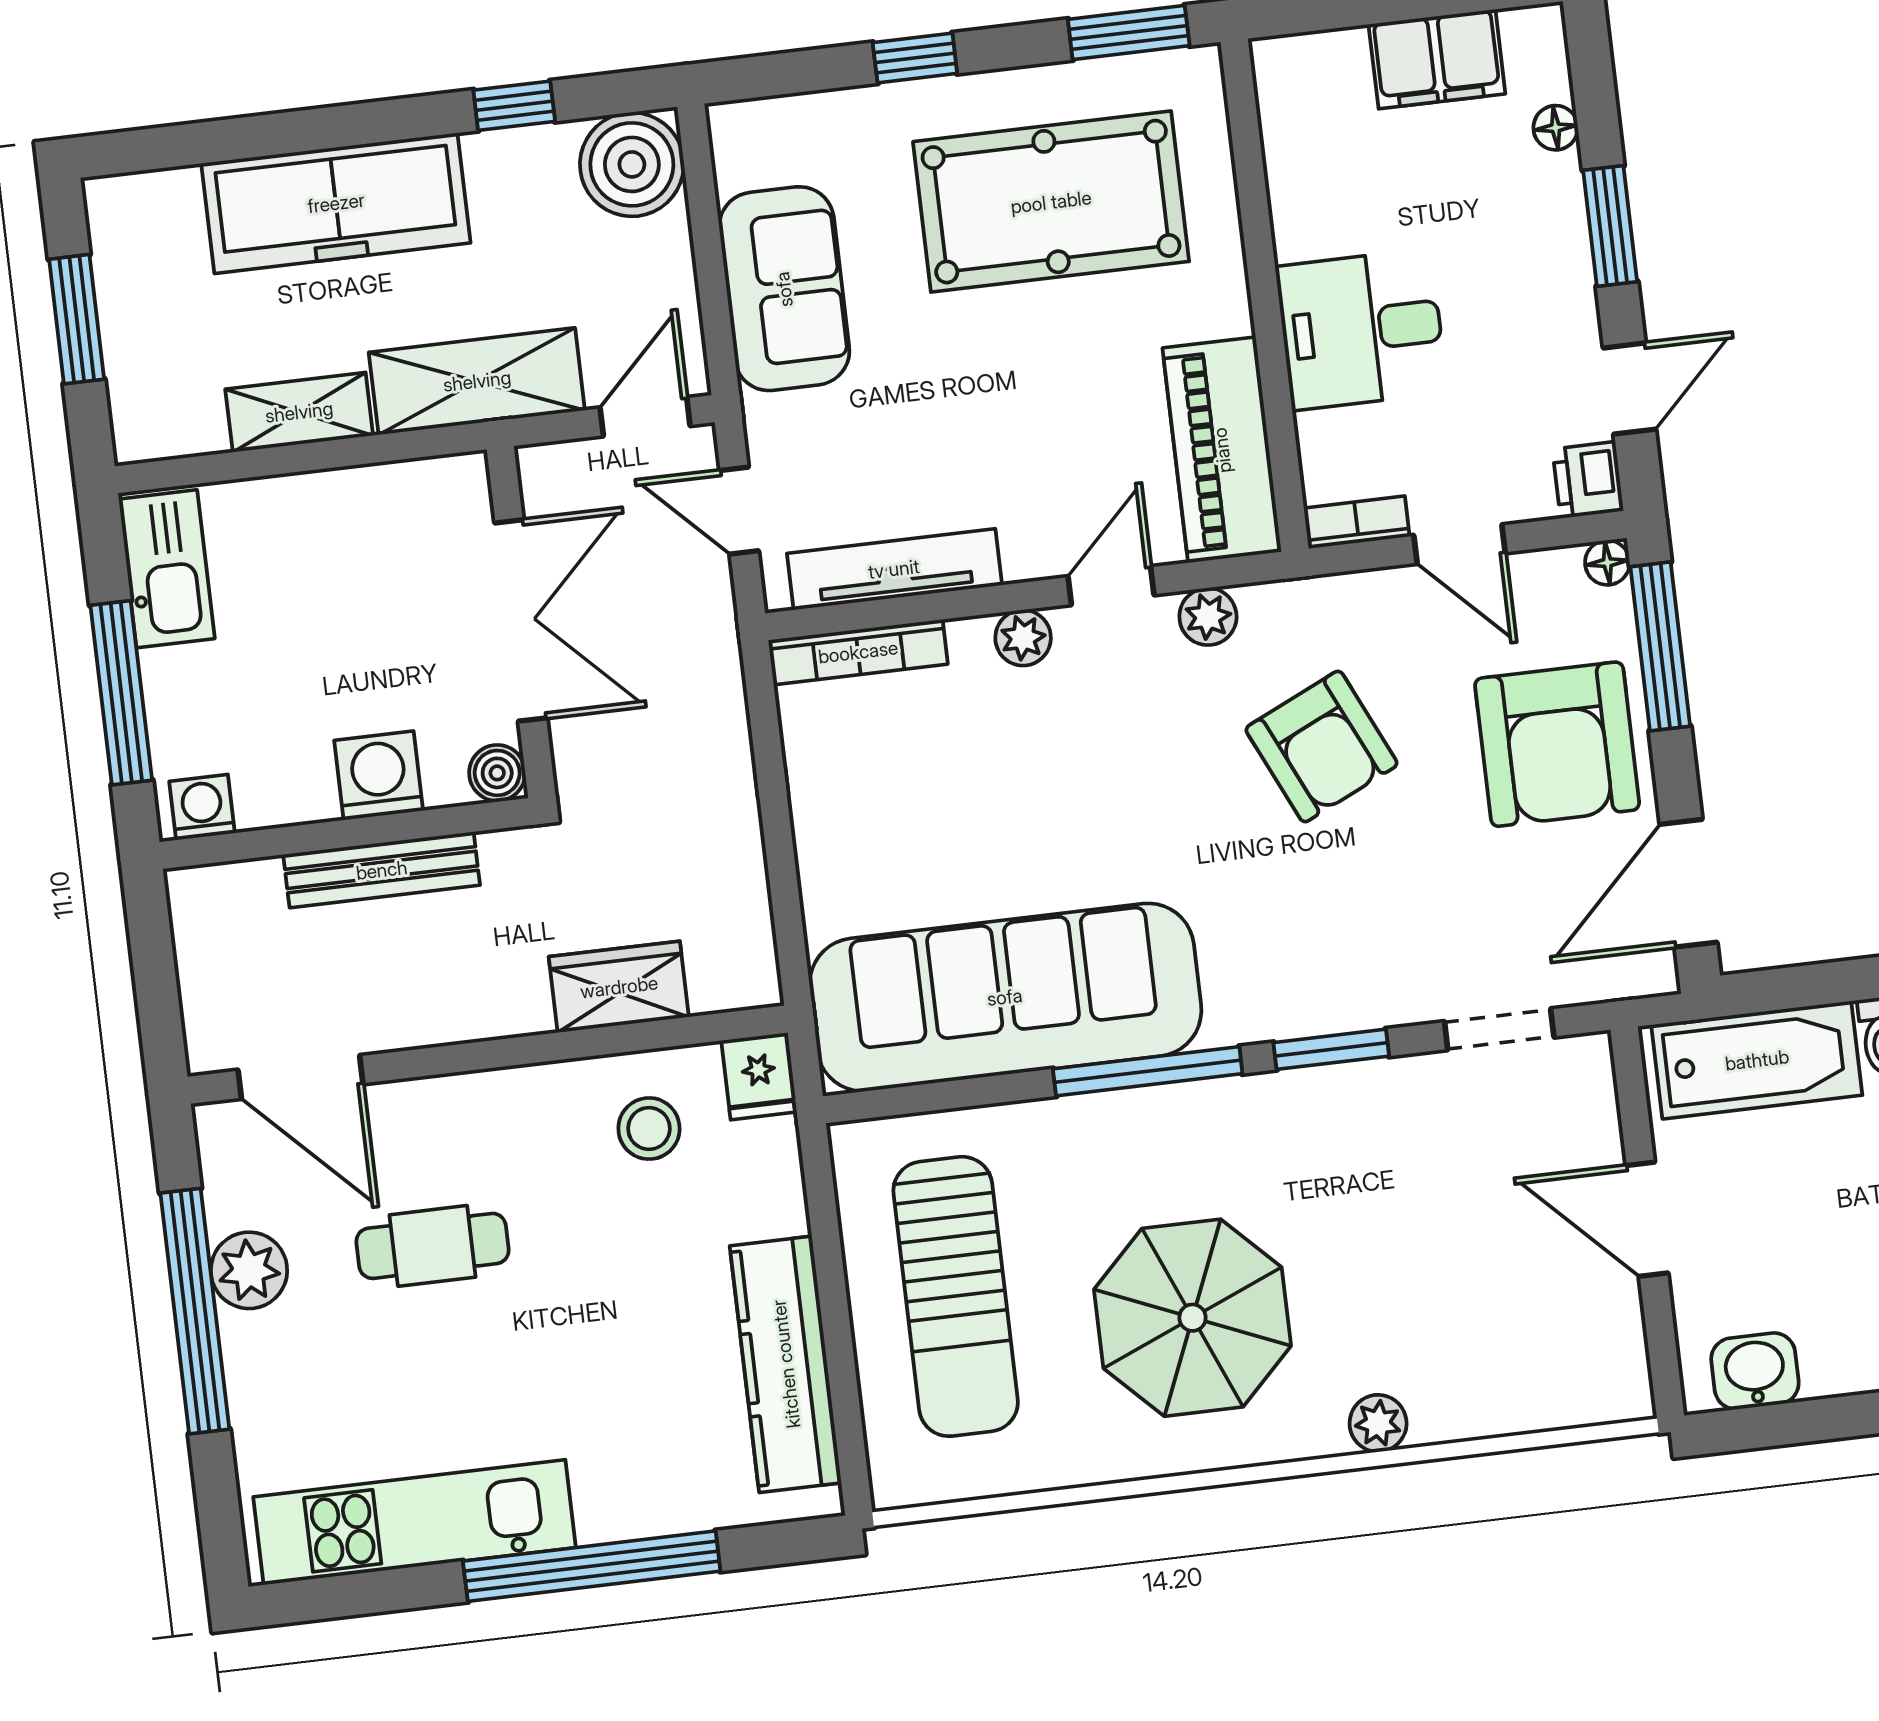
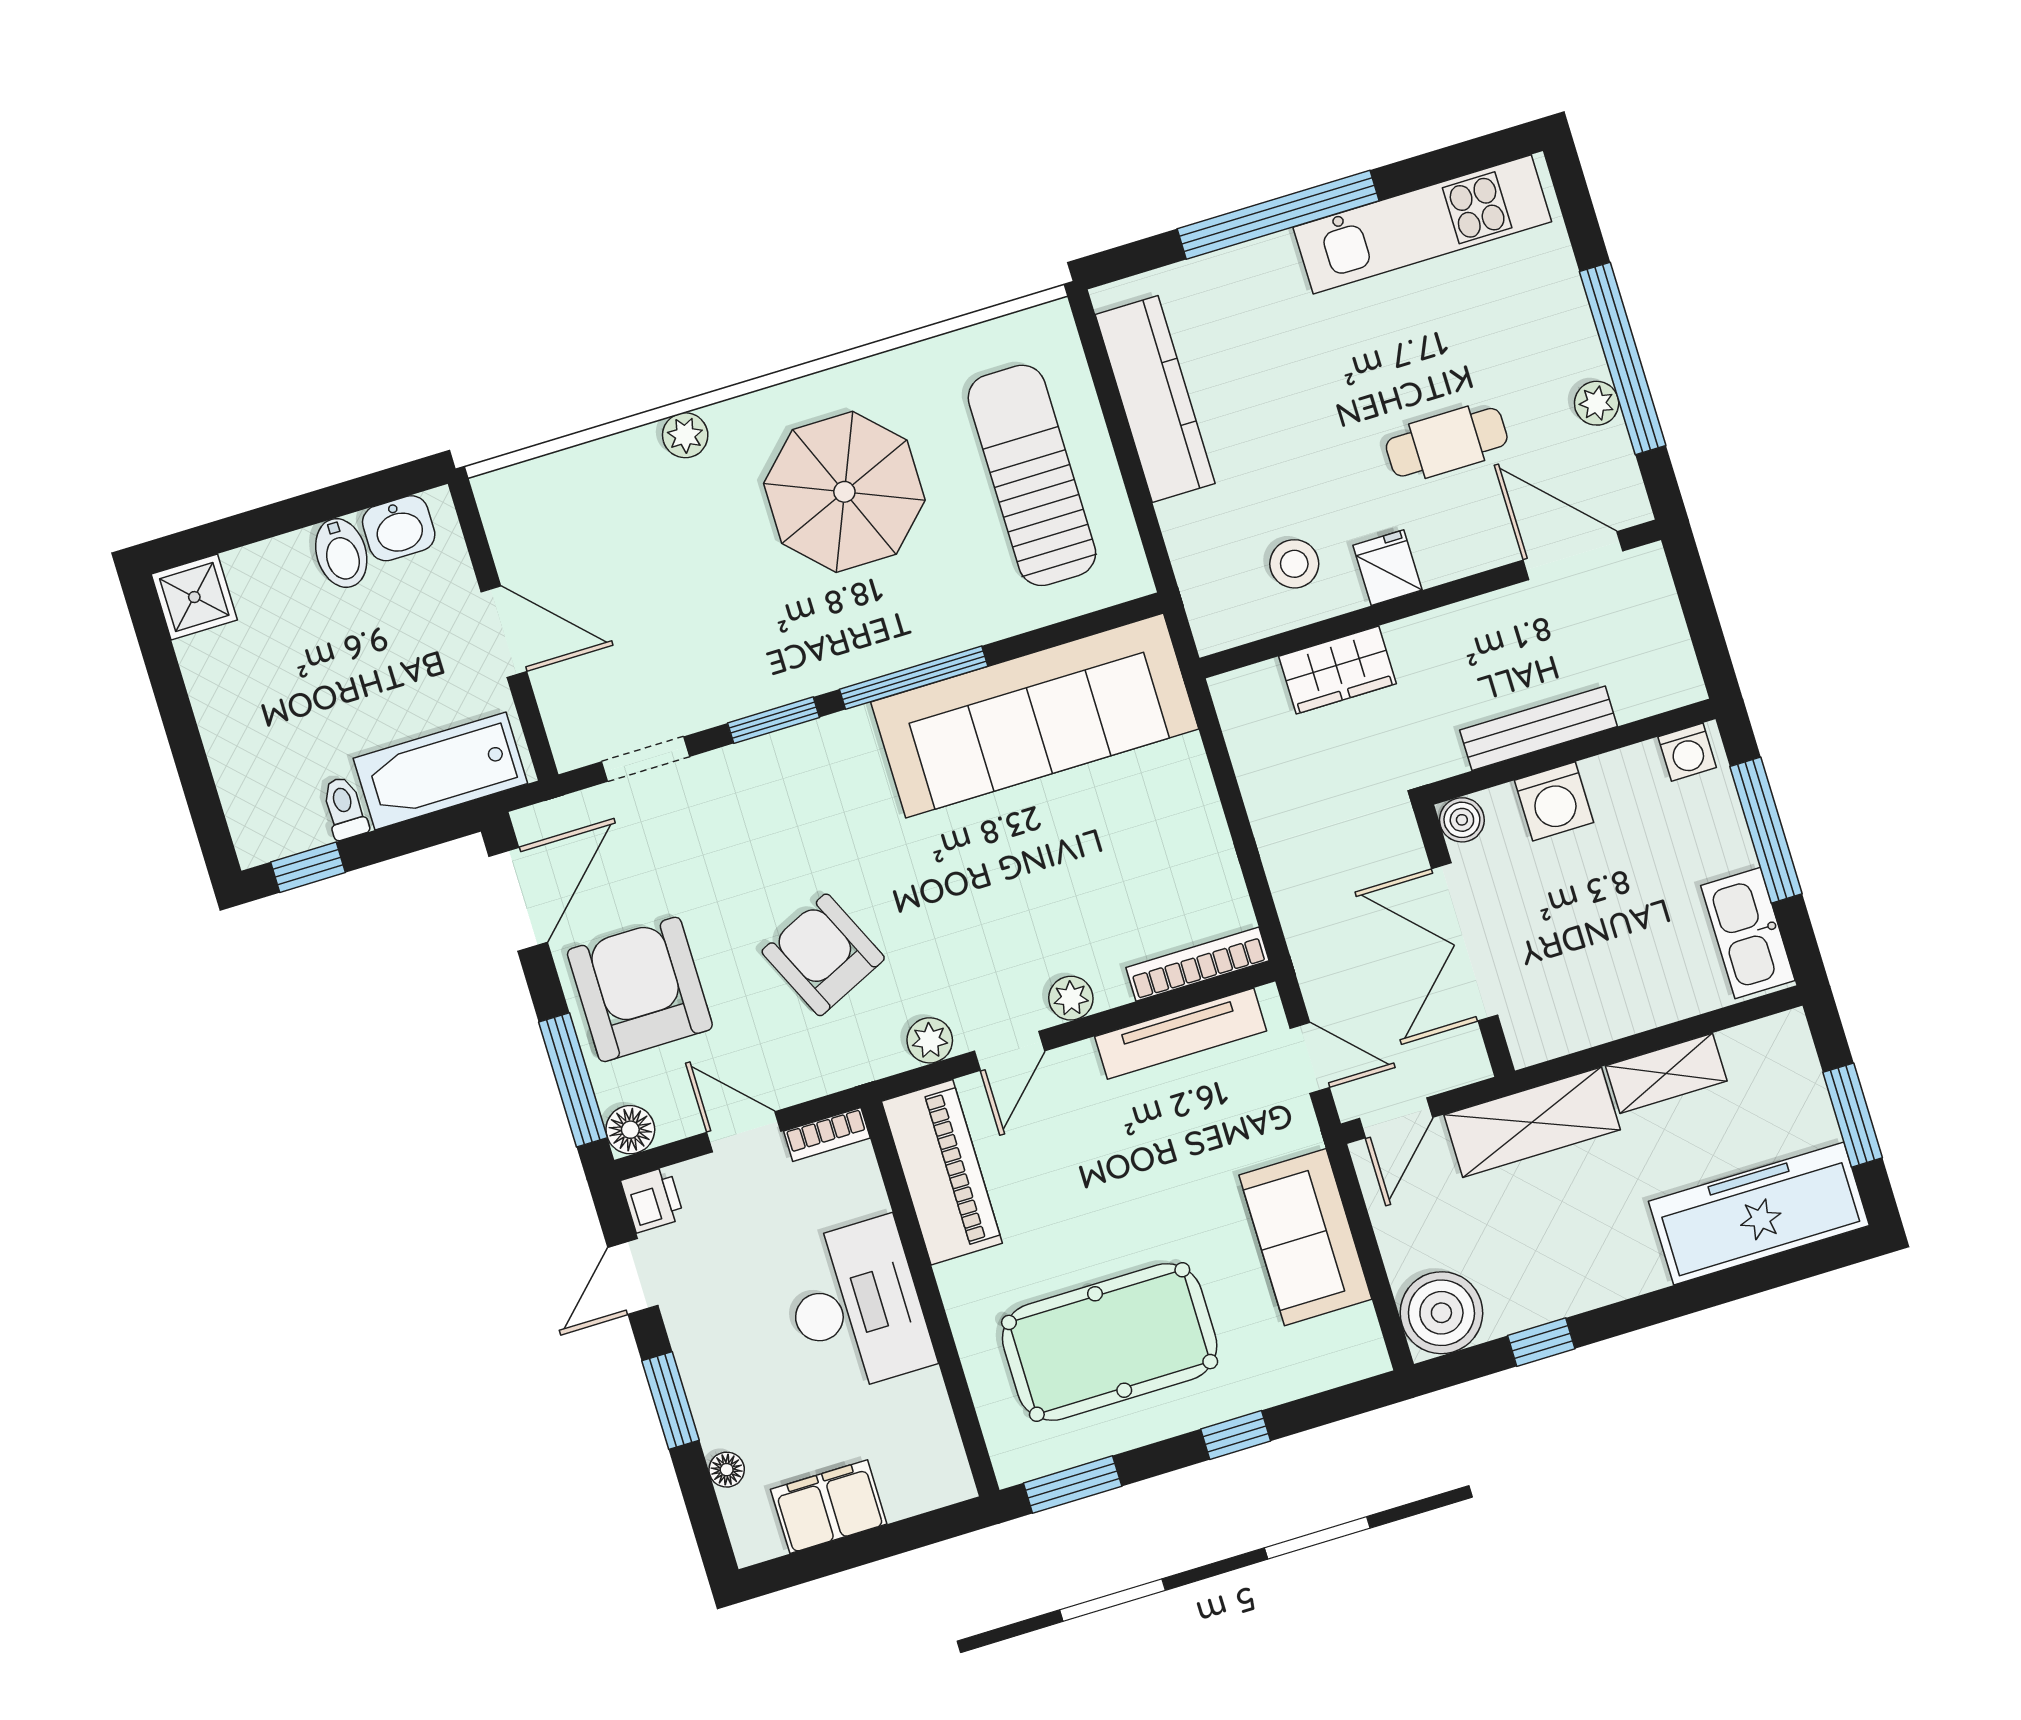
freezer: (336, 203) -> (1759, 1213), moved
desk: (1361, 330) -> (856, 1306), width x1.37
floor lamp: (1607, 563) -> (630, 1130), width x1.37, depth x1.37
fridge: (759, 1076) -> (1387, 568), moved
plant: (249, 1270) -> (1597, 403), width x0.73, depth x0.73
bidet: (1832, 1353) -> (341, 553), added

